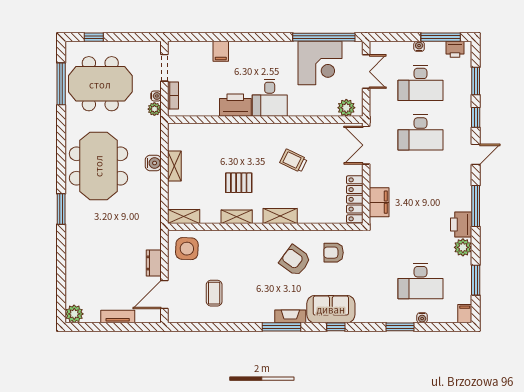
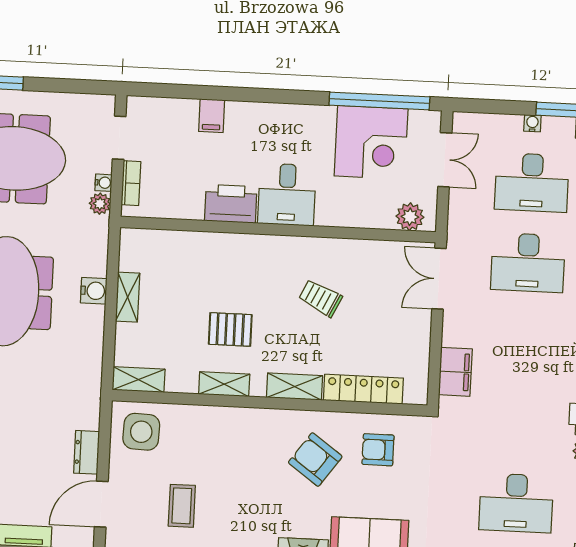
locker: (355, 199) -> (363, 389), moved, turned 90

